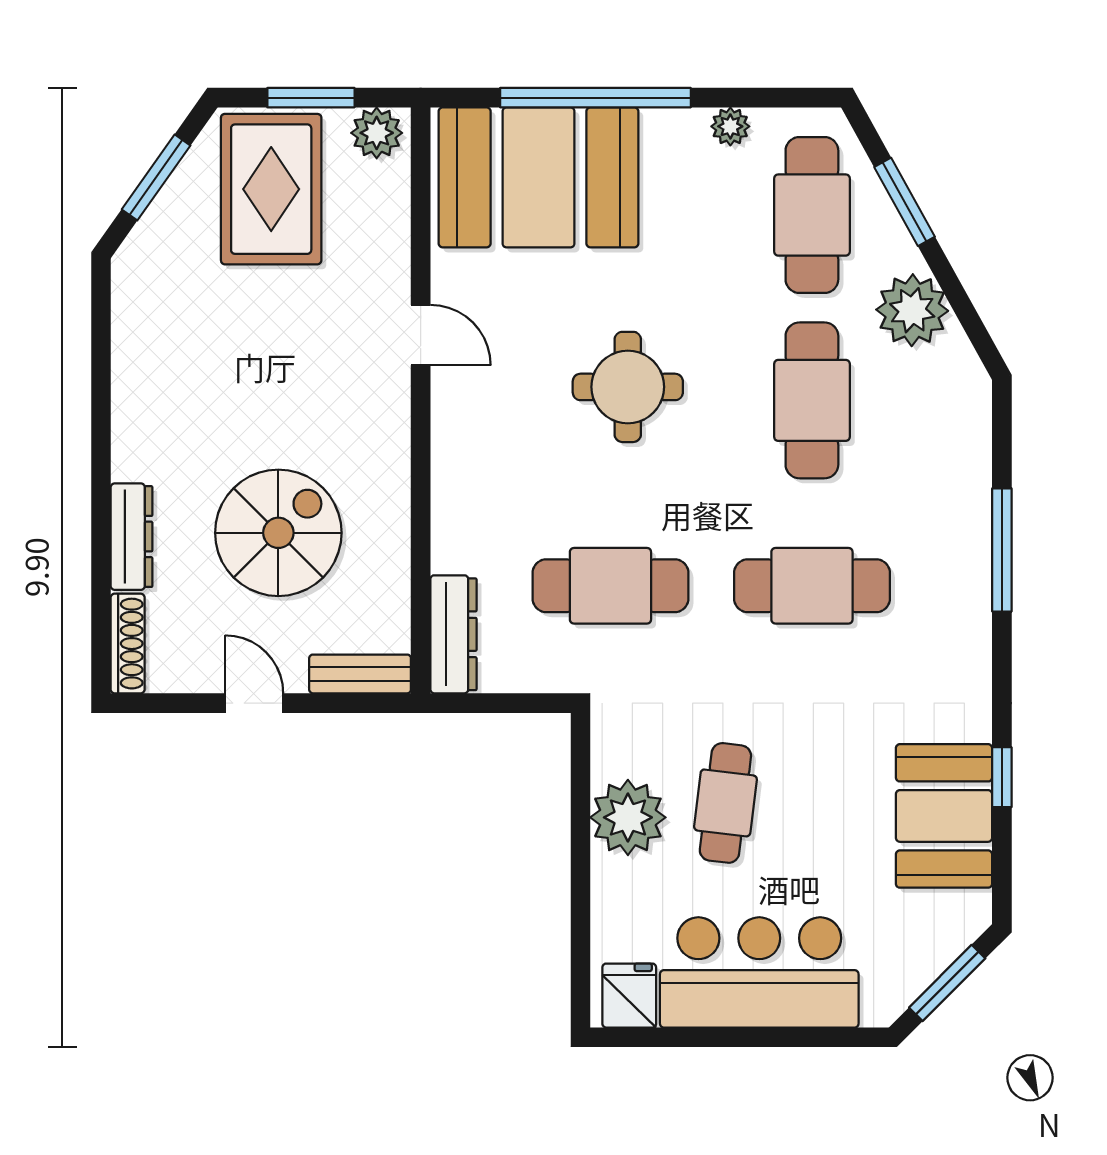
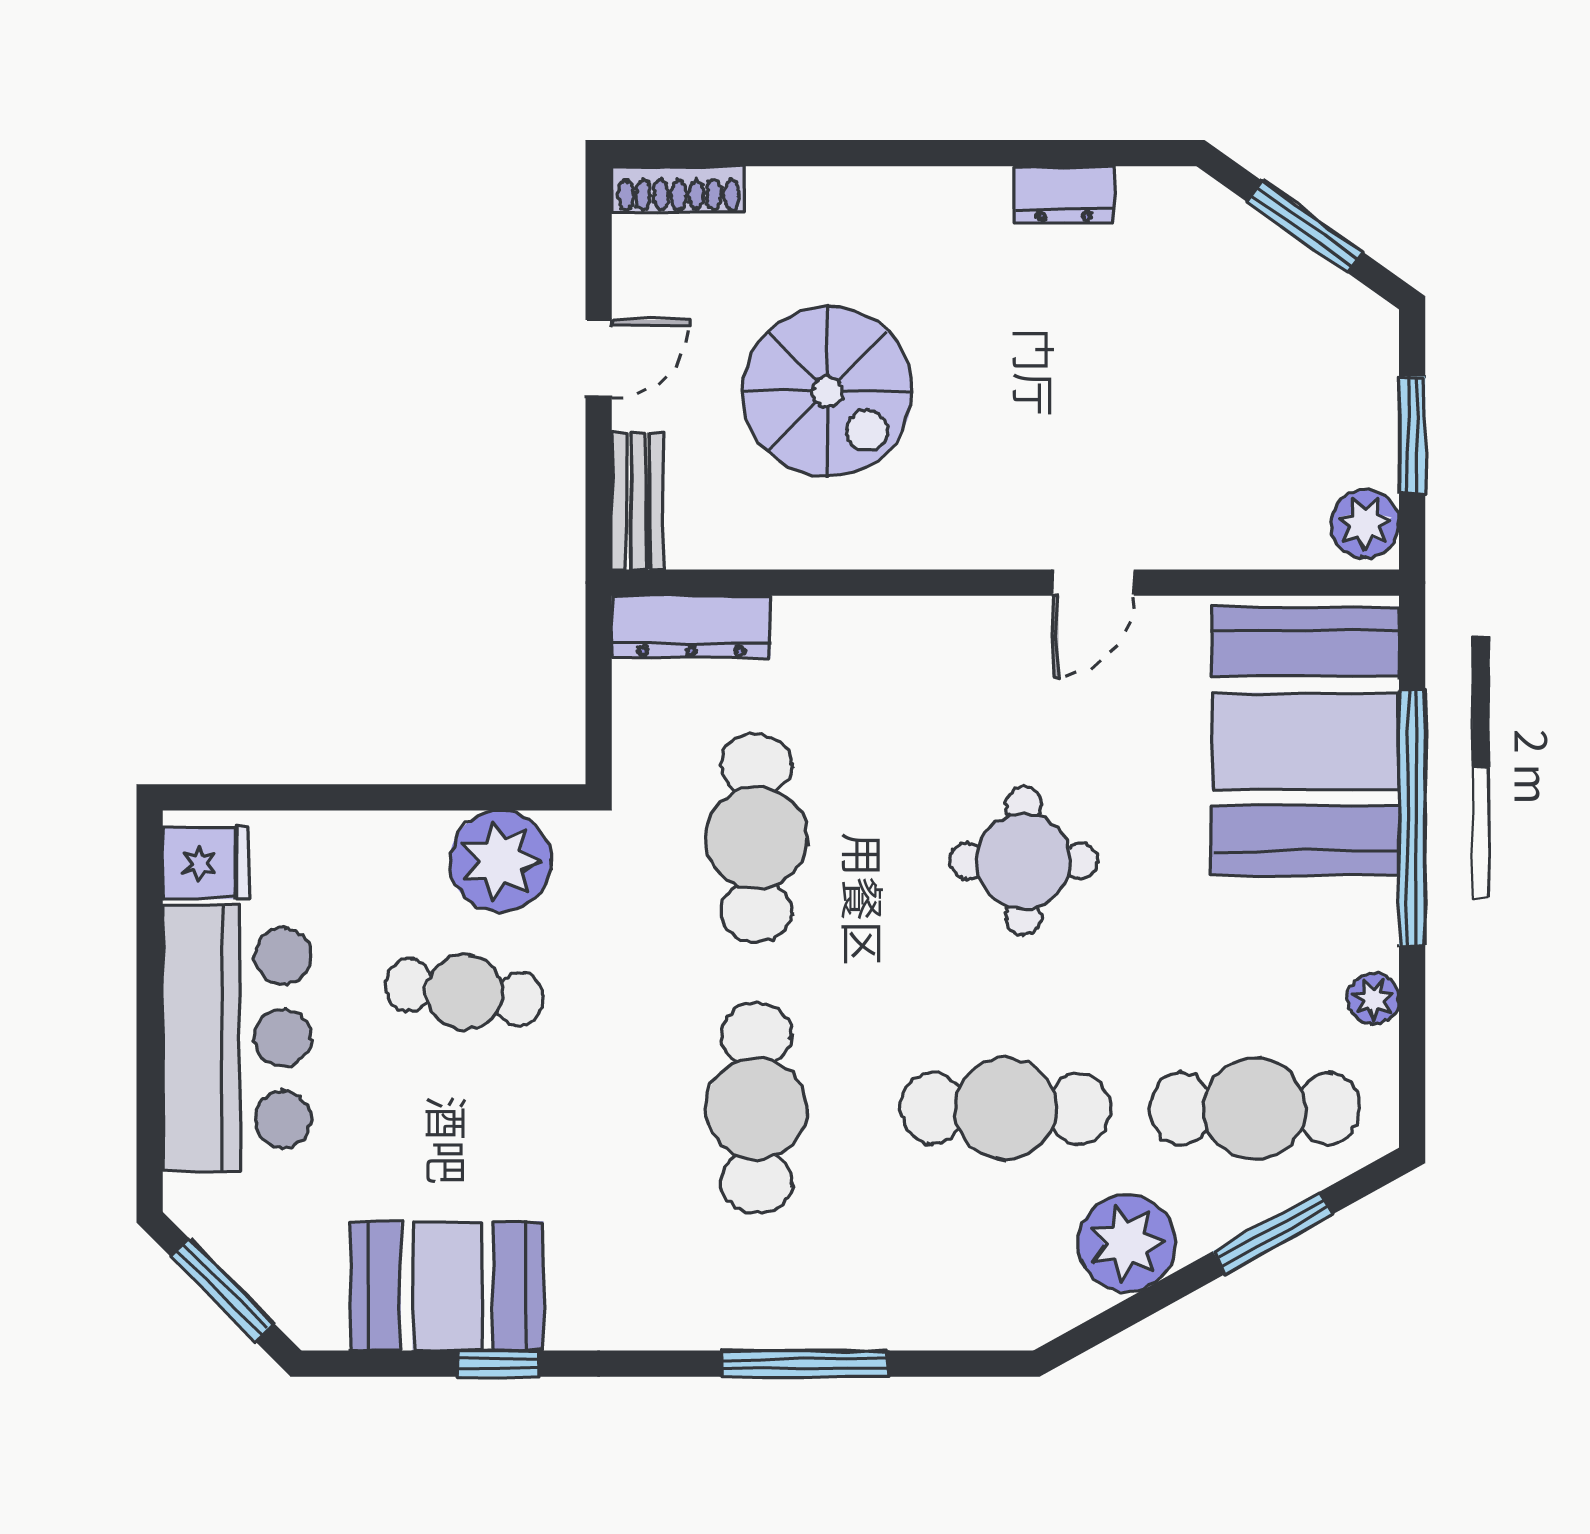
rug: (271, 189) -> (1289, 382), removed
dresser: (132, 537) -> (1064, 194), moved, width x0.70
plant: (628, 817) -> (500, 861), moved

